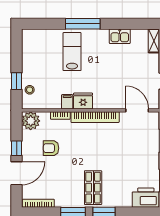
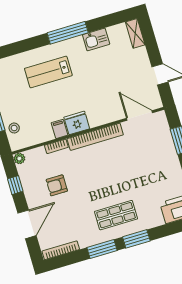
window: (83, 24) -> (68, 33), moved
lab bench: (72, 52) -> (48, 72), turned -90
plant: (31, 121) -> (19, 158), width x0.53, depth x0.53
window: (17, 148) -> (15, 185), moved
shop shelf: (93, 188) -> (116, 215), turned 90

